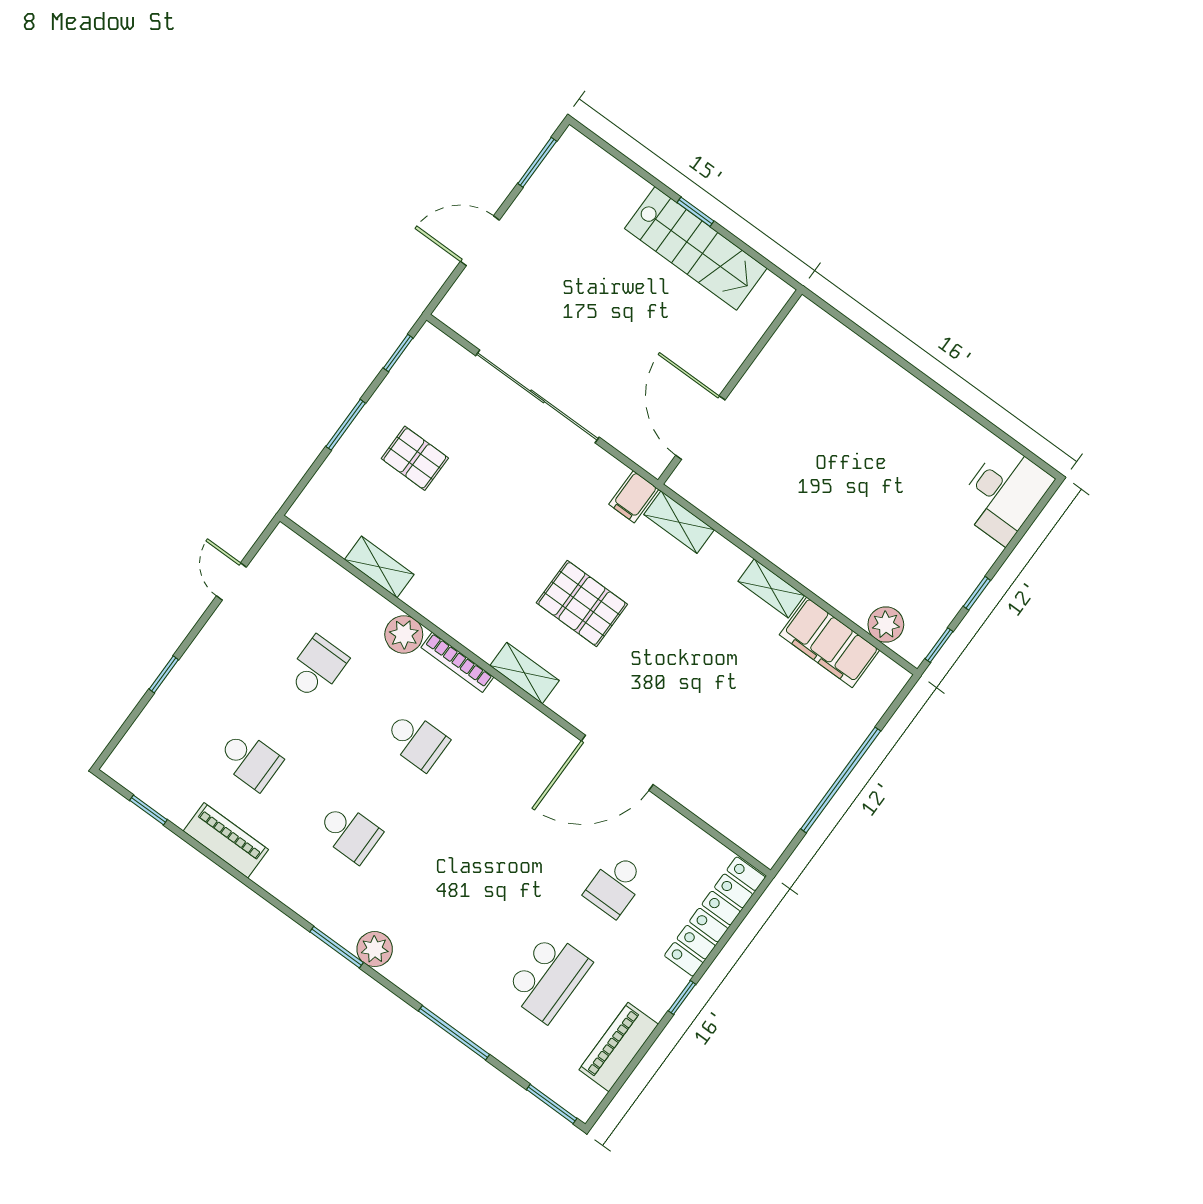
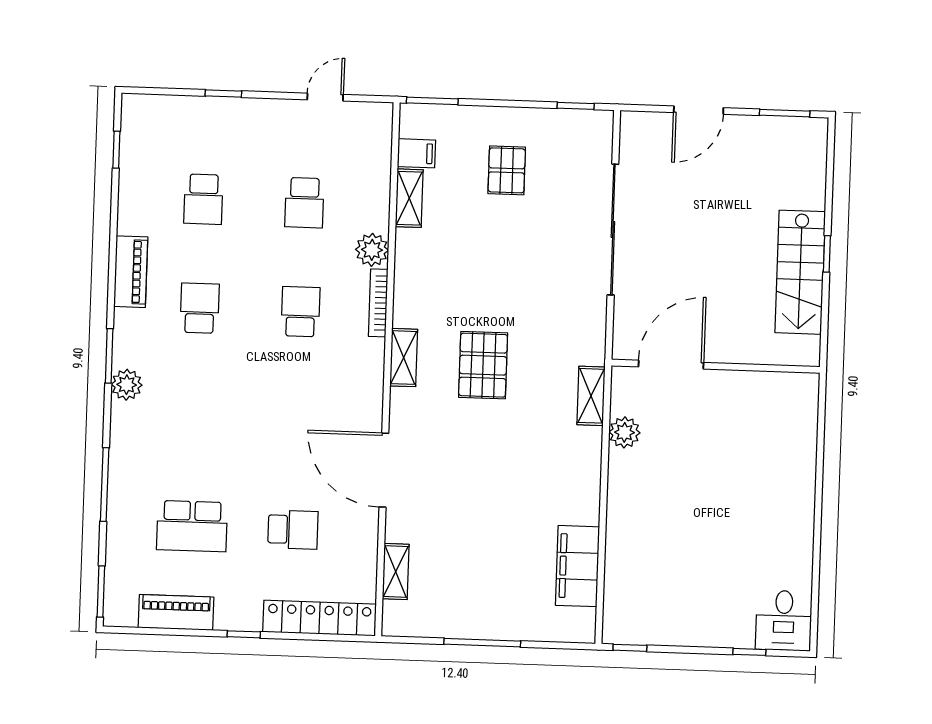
door: (480, 241) -> (699, 110), swing flipped
window: (346, 425) -> (432, 101), moved
desk: (1004, 494) -> (784, 620), width x0.73
filing cabinet: (634, 497) -> (416, 153), moved, turned 180
shelving: (771, 588) -> (396, 572), moved
window: (977, 593) -> (749, 652), moved
plant: (886, 624) -> (624, 432), moved
school desk: (317, 668) -> (304, 203), turned 90
school desk: (416, 740) -> (301, 312), turned 180
window: (841, 780) -> (482, 643), width x0.68
school desk: (349, 832) -> (200, 308), turned 180
piano: (226, 840) -> (131, 272), moved
school desk: (615, 885) -> (293, 530), turned 180

